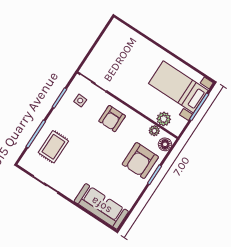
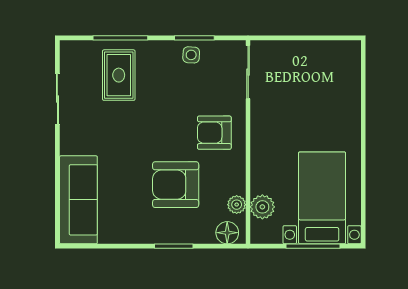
side table: (80, 101) -> (191, 55), moved
rug: (53, 147) -> (119, 75), turned 90
armchair: (140, 161) -> (176, 185), moved

